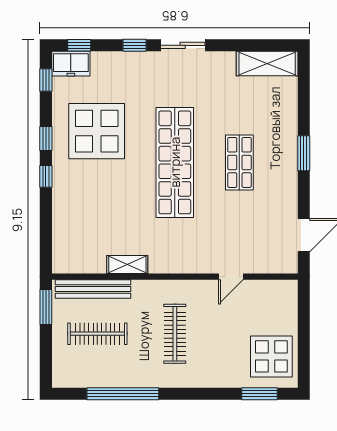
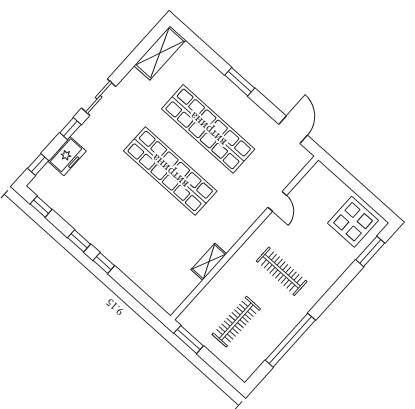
freezer: (71, 64) -> (67, 156), moved
display table: (97, 131) -> (104, 203), removed
shop shelf: (239, 162) -> (208, 129), width x2.00, depth x1.36
bench: (93, 289) -> (205, 298), removed

